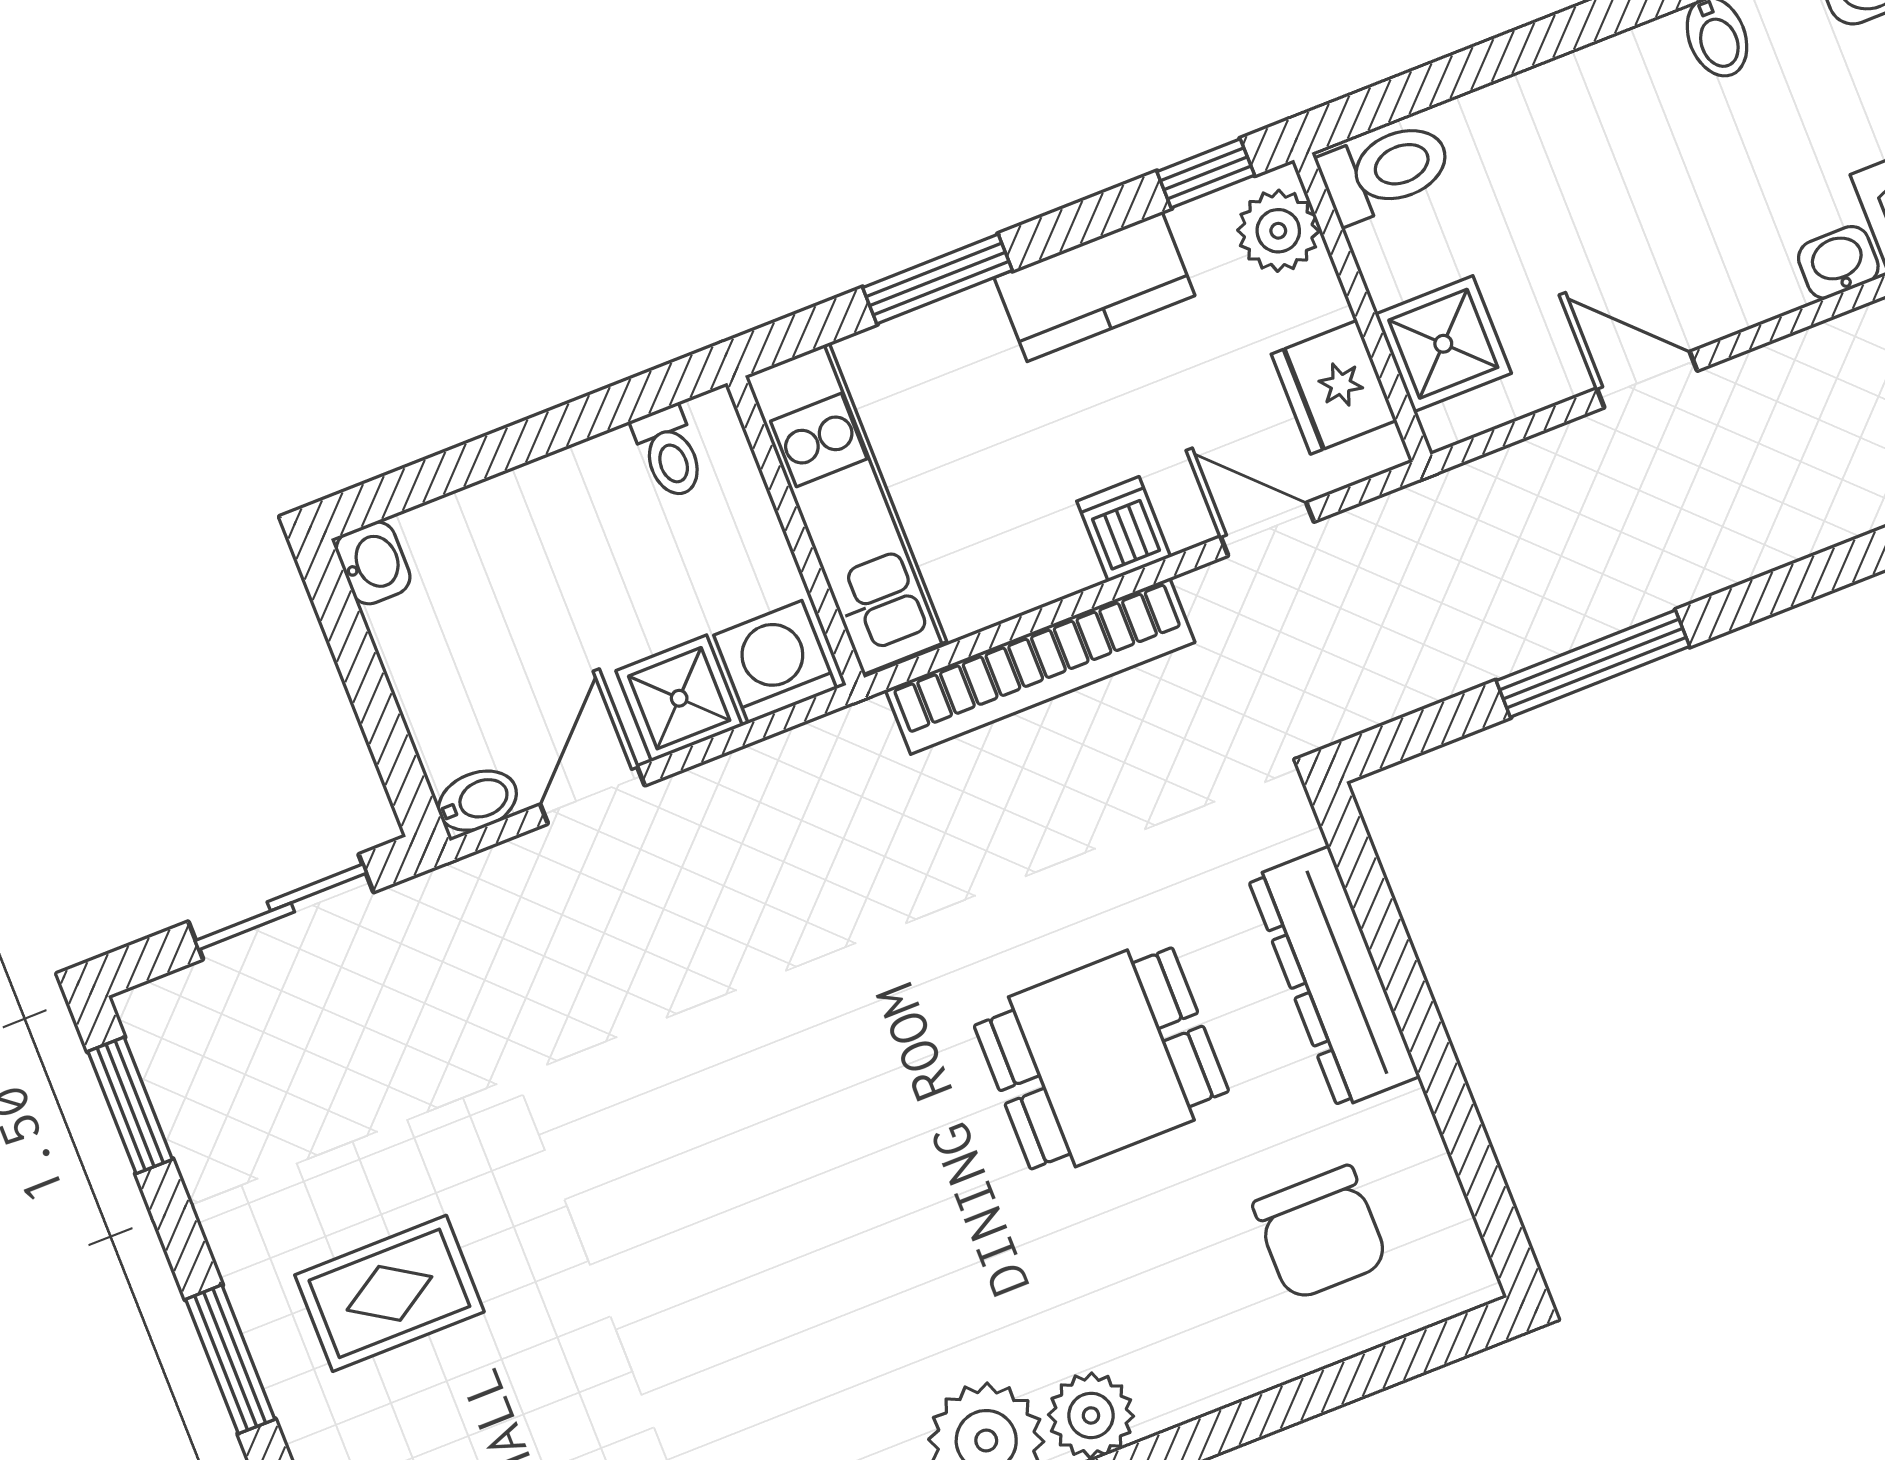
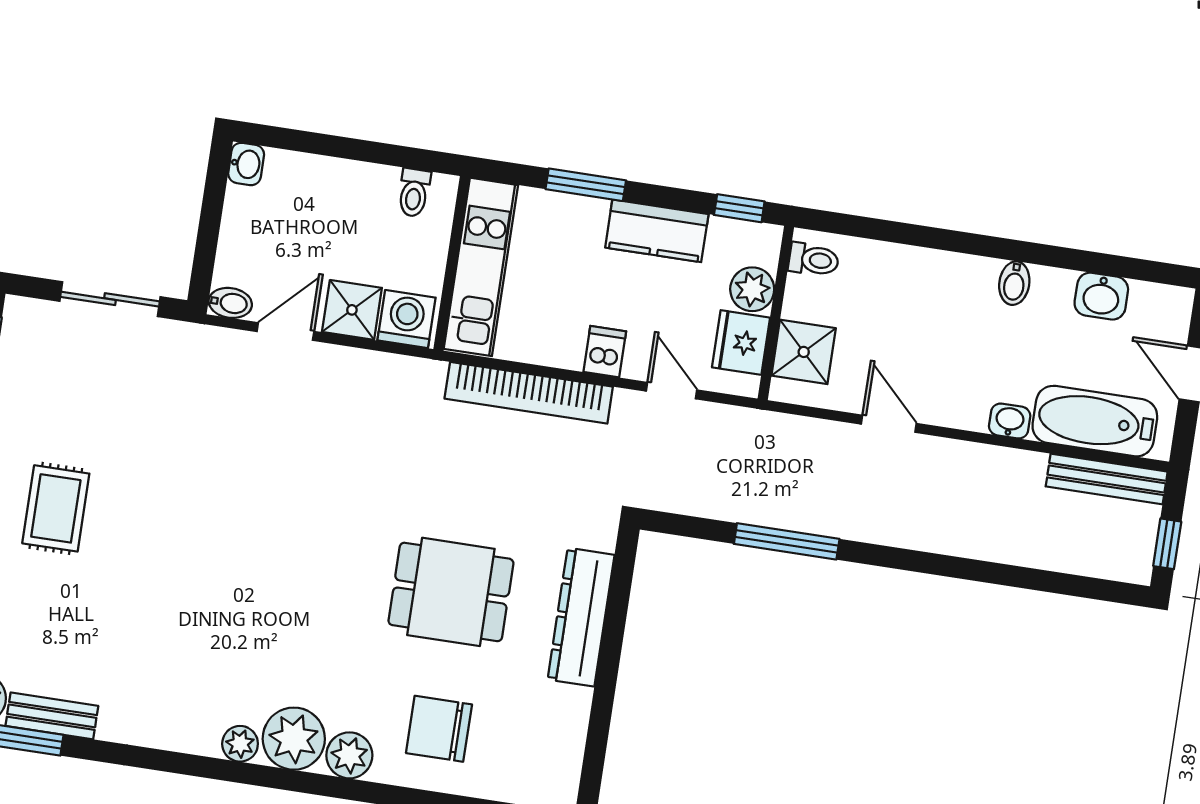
toilet: (1385, 171) -> (814, 260), width x0.73, depth x0.72
plant: (1278, 231) -> (752, 289), moved
chair: (1321, 1233) -> (439, 729), moved, turned 90
rug: (389, 1293) -> (56, 508), turned 90

